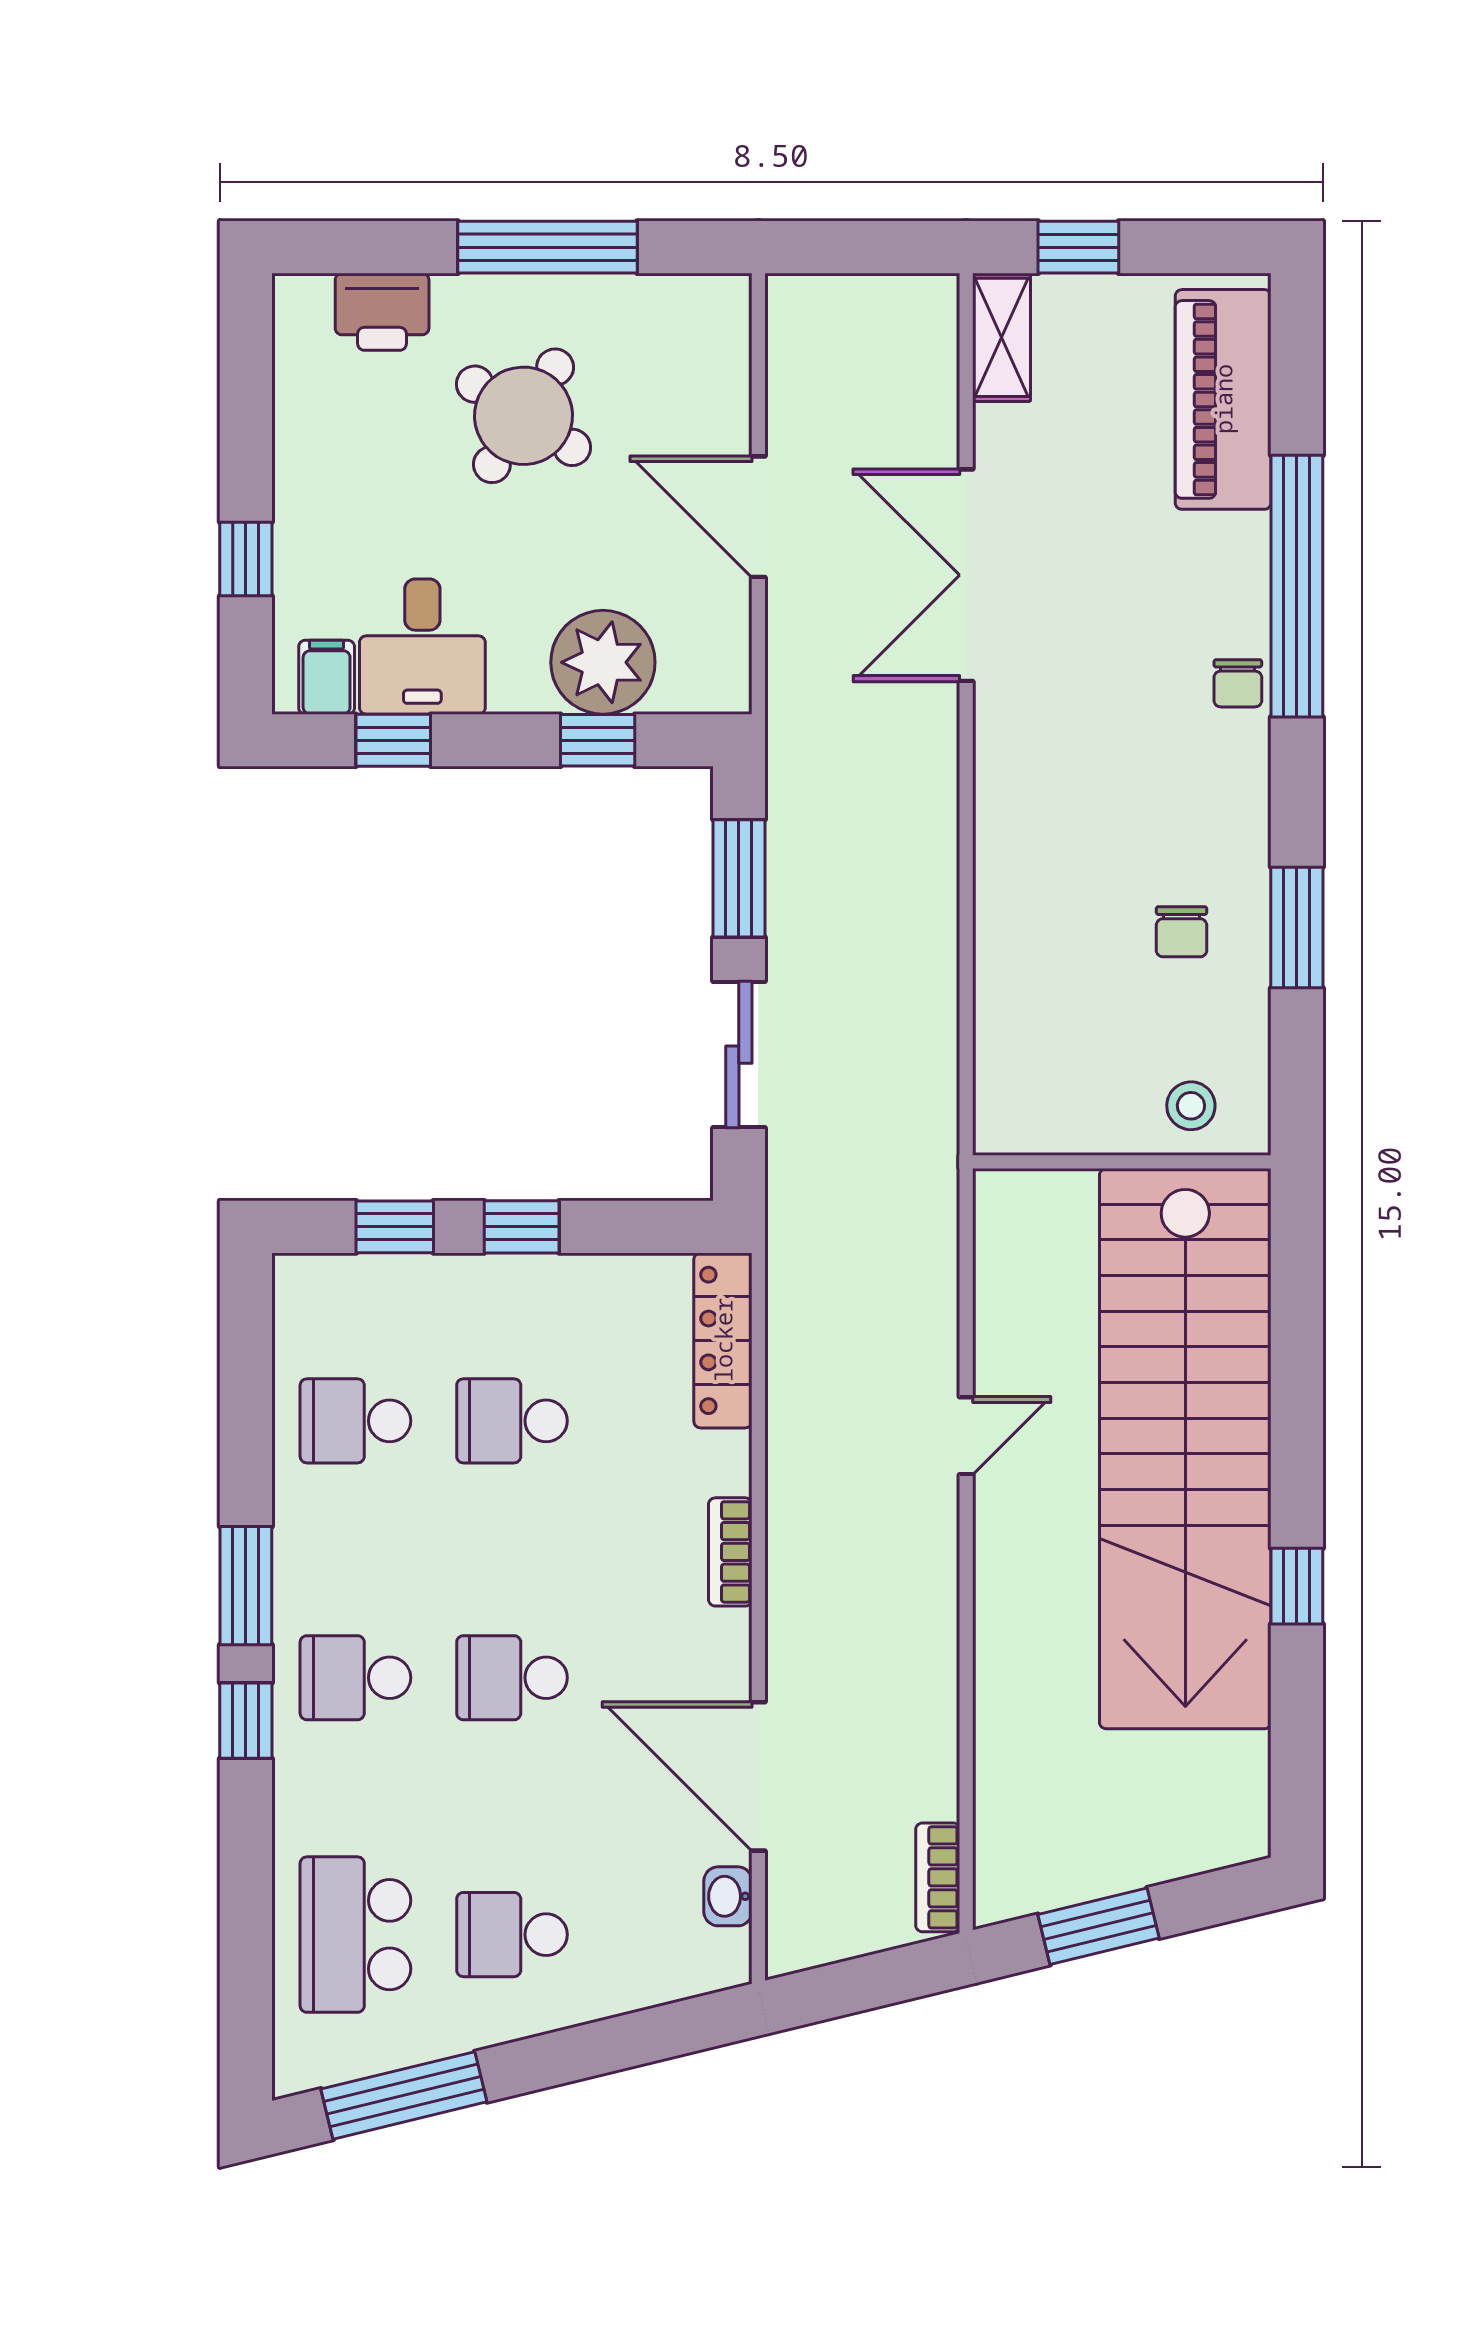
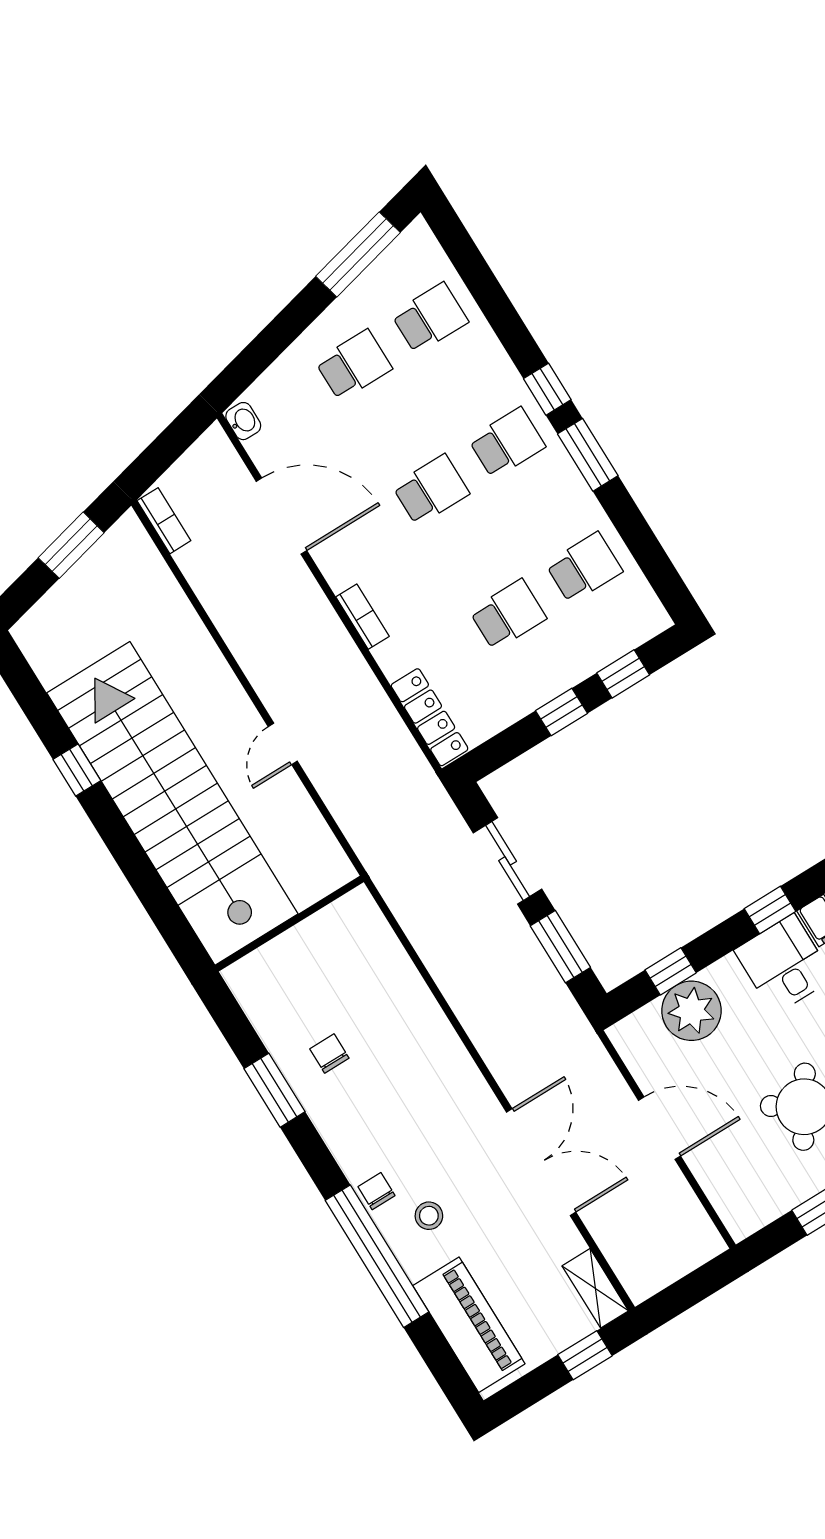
stool: (1191, 1106) -> (429, 1216), moved
washbasin: (728, 1896) -> (243, 421), moved
school desk: (355, 1935) -> (430, 318), width x0.54

